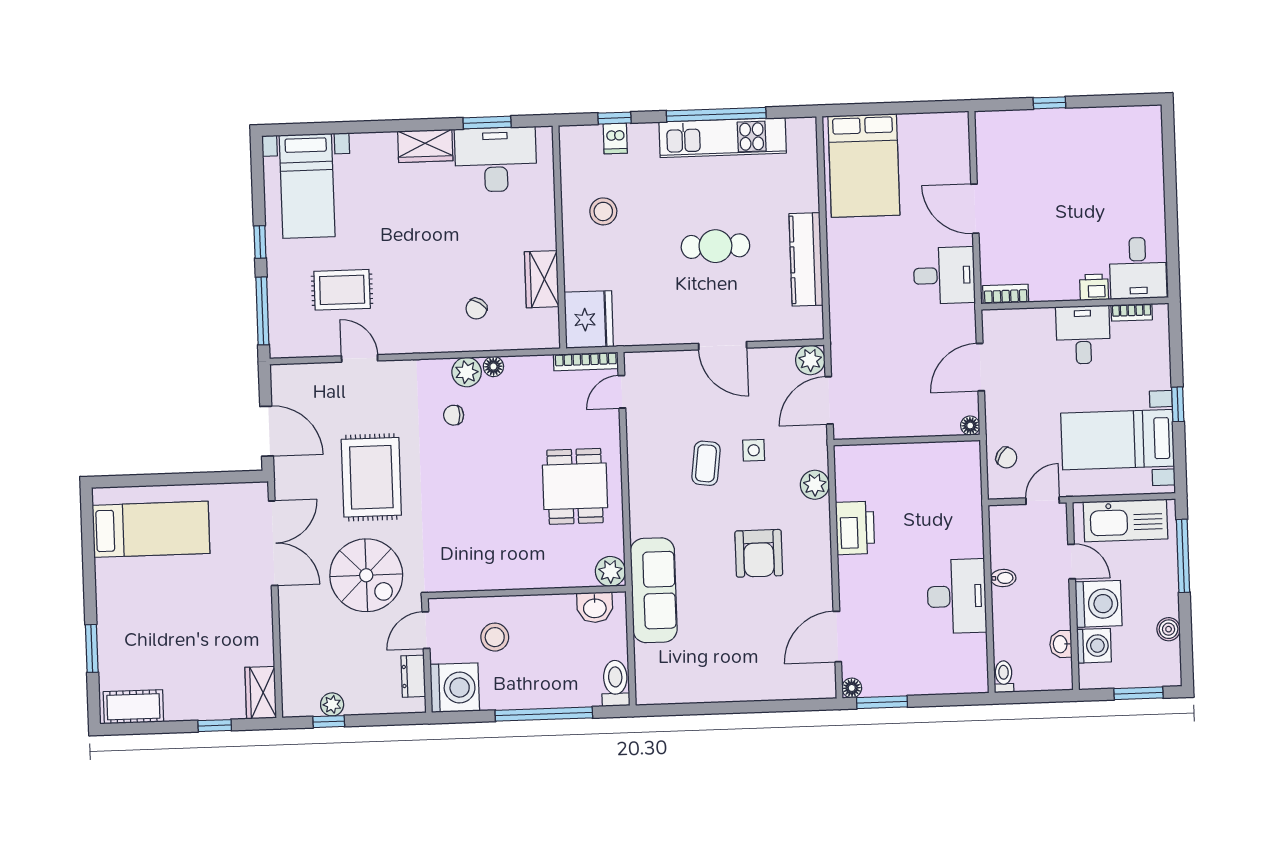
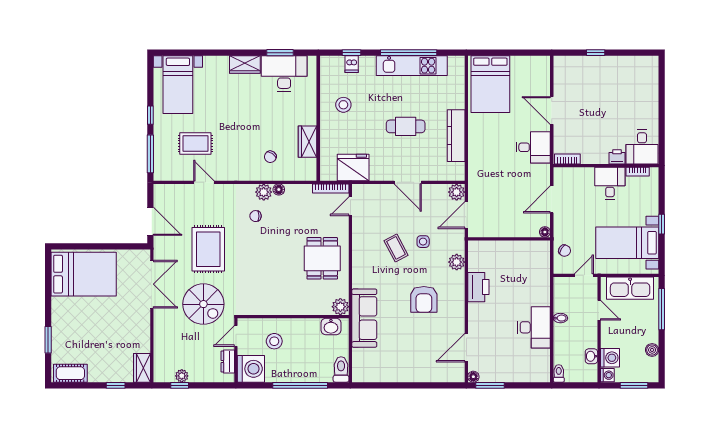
fridge: (589, 320) -> (353, 167), moved, turned -90
coffee table: (706, 463) -> (396, 248), turned -35
bed: (151, 529) -> (84, 274), width x1.50
washing machine: (1099, 604) -> (607, 375), moved, width x0.53, depth x0.53

